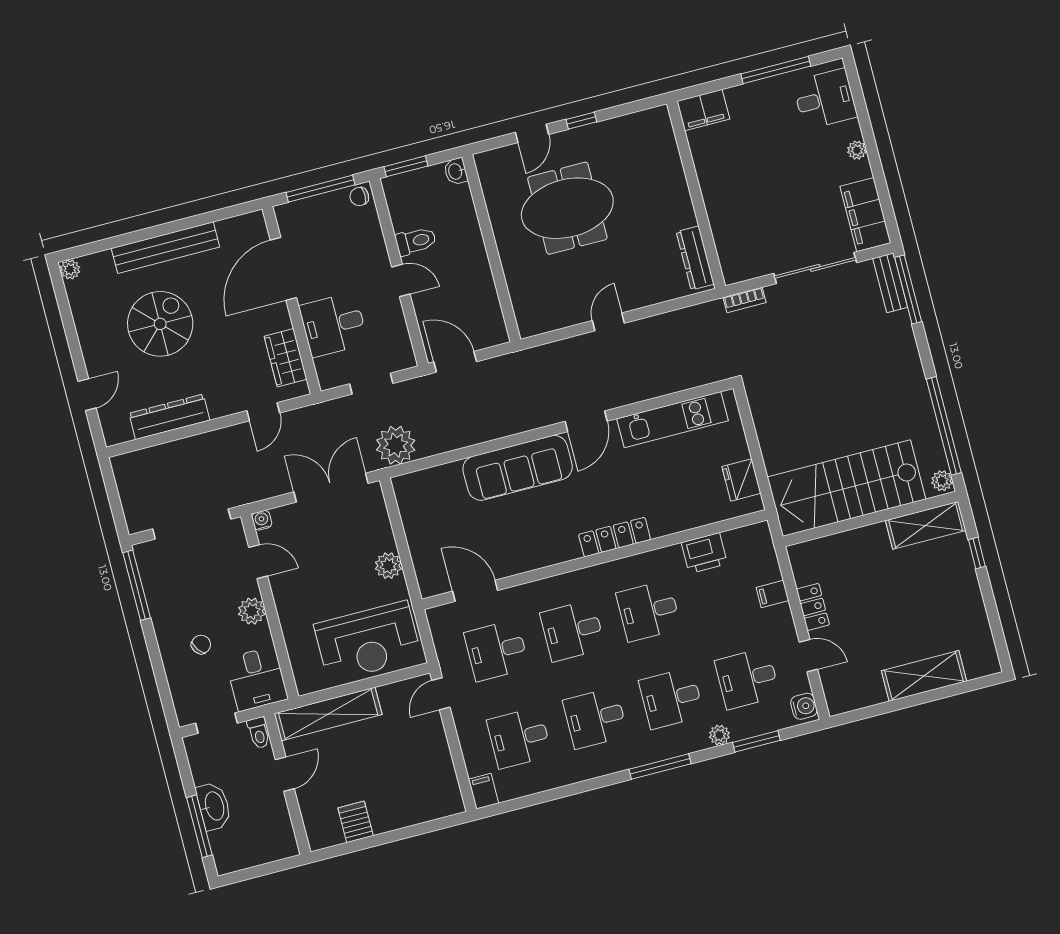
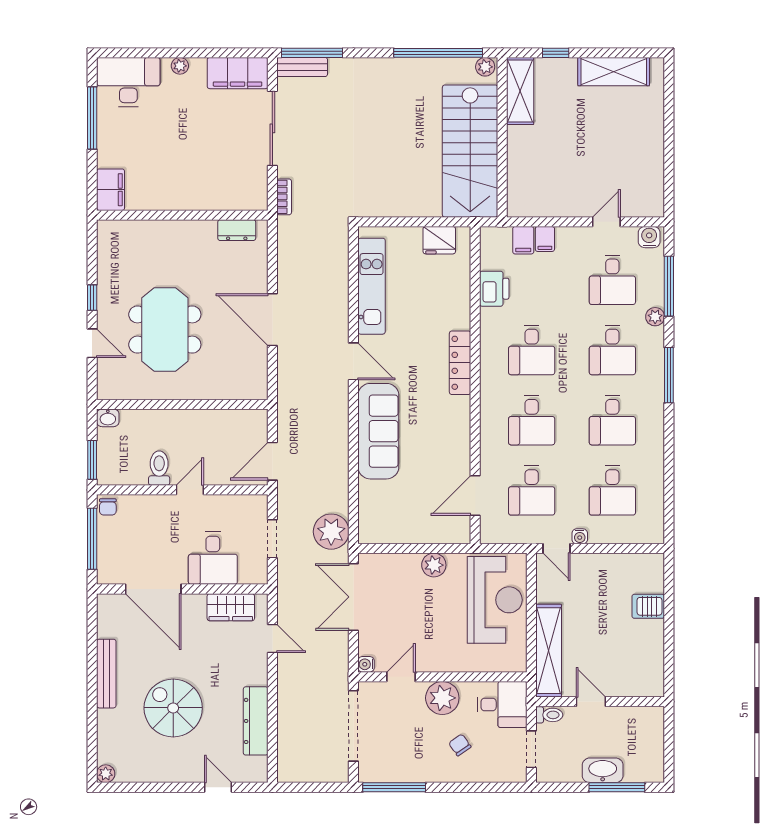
desk: (825, 99) -> (128, 82), width x1.37
bench: (165, 248) -> (106, 674), width x0.73, depth x0.82
dresser: (695, 258) -> (237, 230), width x0.70
door: (608, 322) -> (272, 320), width x1.88
locker: (813, 607) -> (565, 207), removed
plant: (252, 611) -> (442, 698), width x1.36, depth x1.36
shelving: (924, 676) -> (614, 72), moved, turned 90
water cooler: (460, 715) -> (580, 536), added
window: (756, 741) -> (669, 286), width x1.44
filing cabinet: (483, 791) -> (523, 240), moved, turned -90
server rack: (356, 822) -> (648, 606), moved

